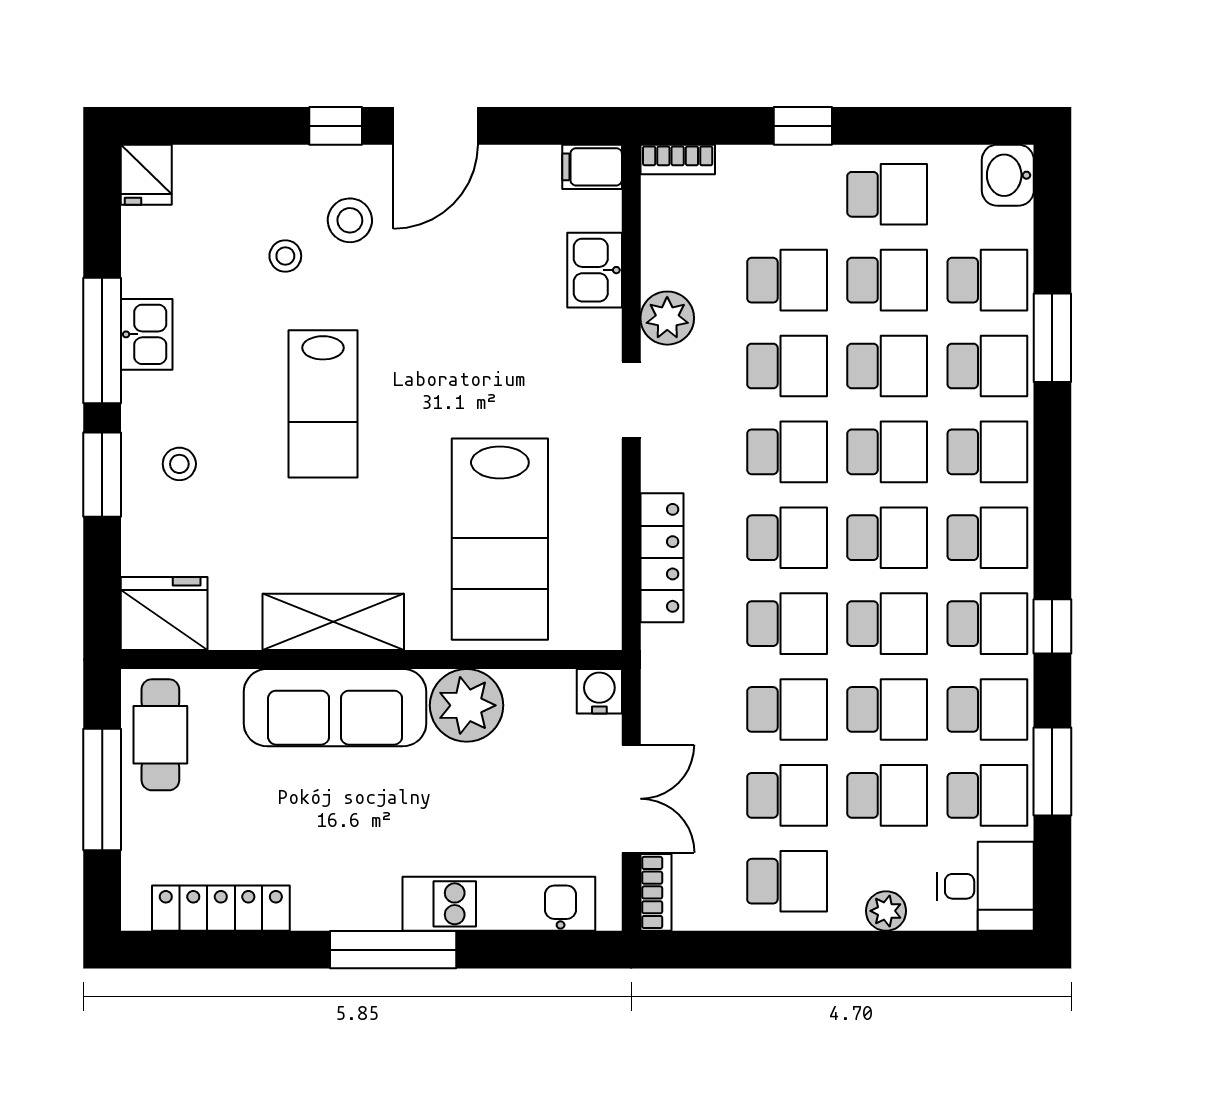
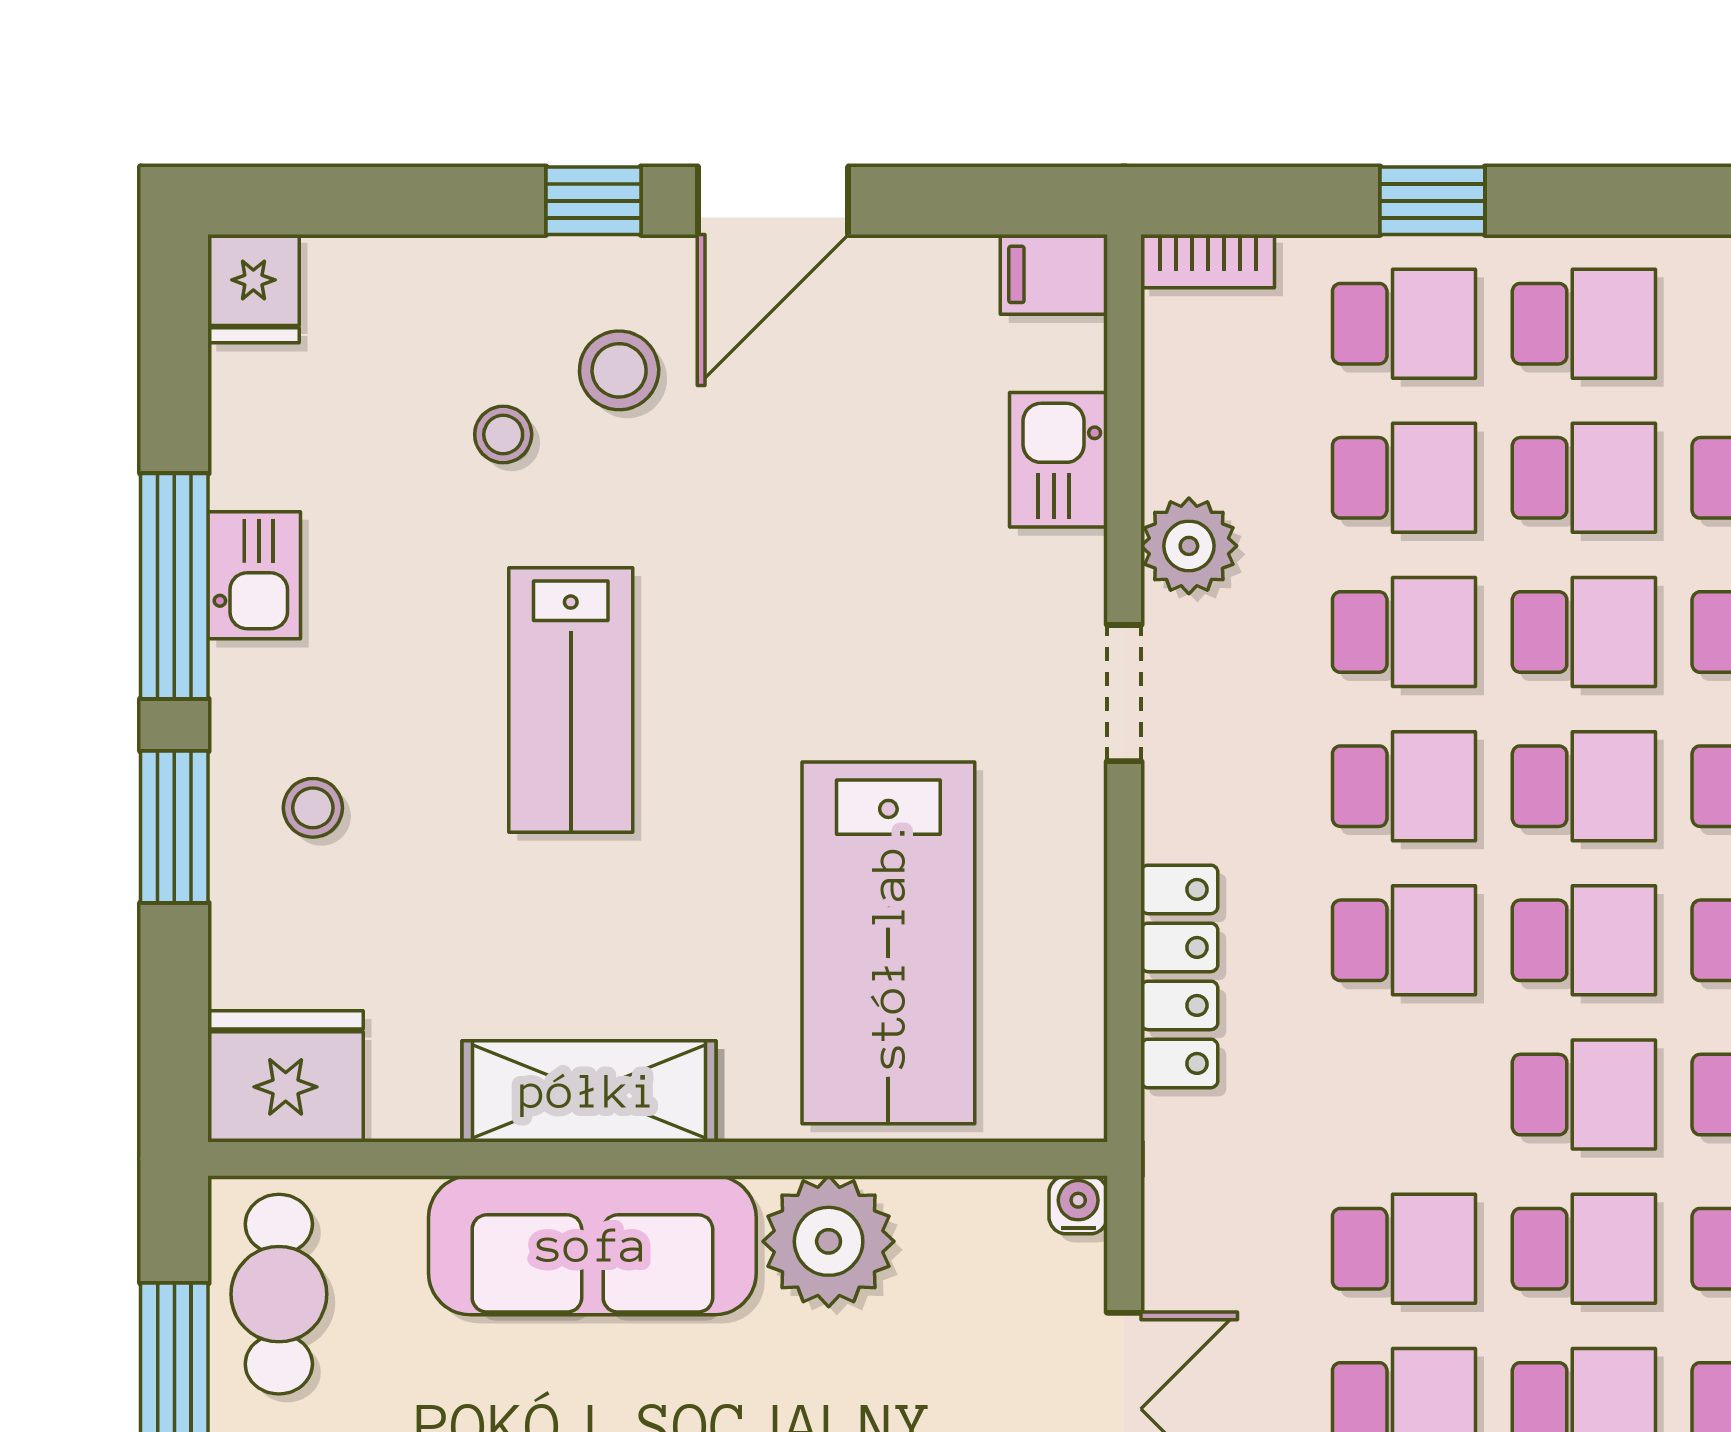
school desk: (787, 624) -> (1404, 324), moved
water cooler: (599, 691) -> (1078, 1205), width x0.72, depth x0.72

